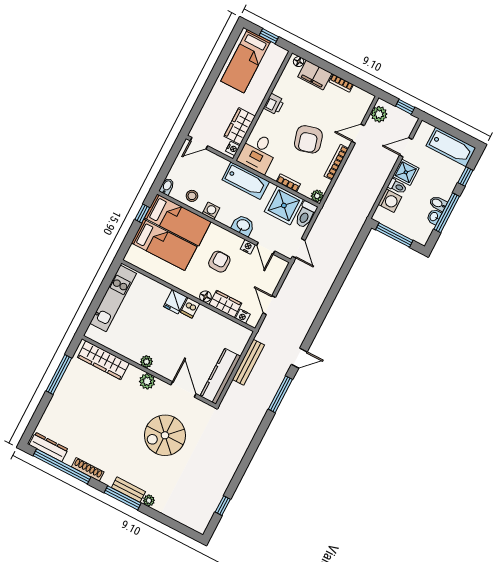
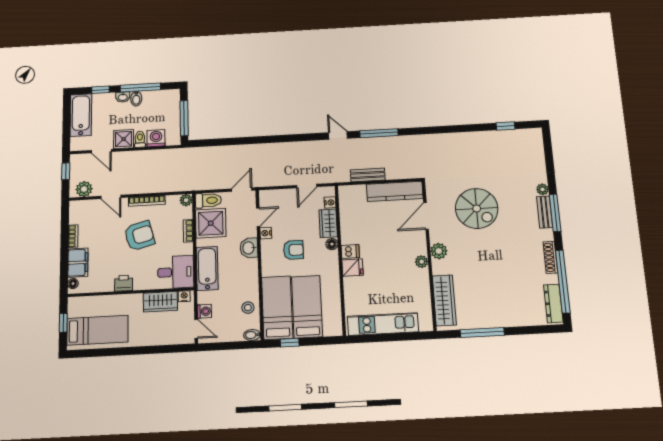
washing machine: (211, 211) -> (204, 311), moved, turned 180
washbasin: (434, 217) -> (123, 97), moved
armchair: (219, 262) -> (293, 250), turned 180
bench: (248, 362) -> (368, 175), width x0.73

